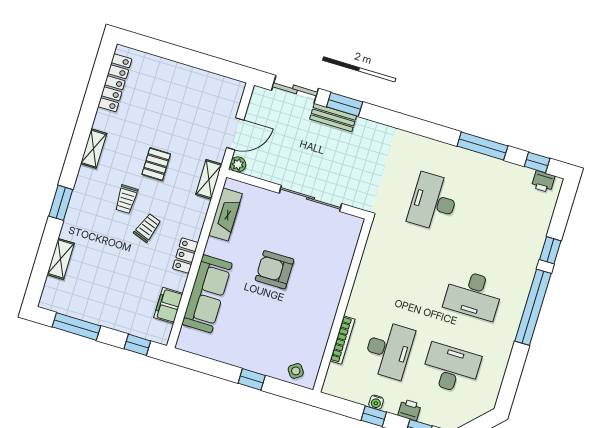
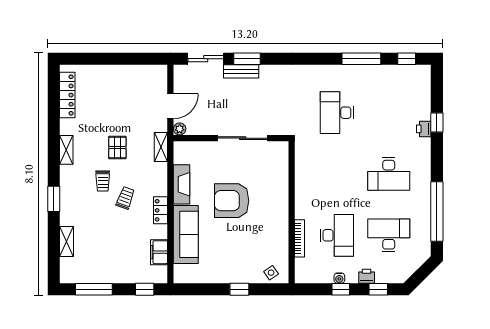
printer: (543, 182) -> (424, 129), moved, turned 90
fireplace: (225, 214) -> (182, 184), moved
armchair: (275, 270) -> (232, 201), width x1.36, depth x1.36
window: (533, 307) -> (437, 212), moved

